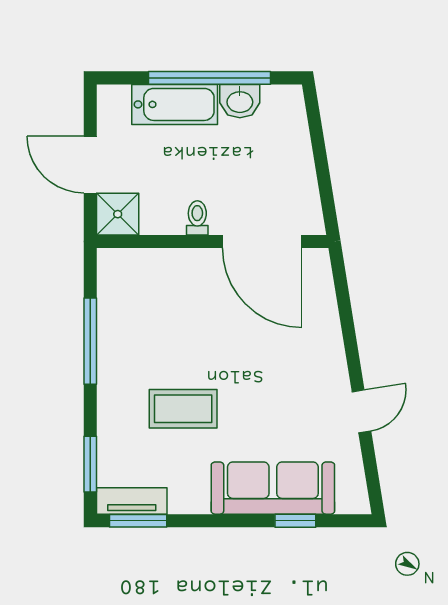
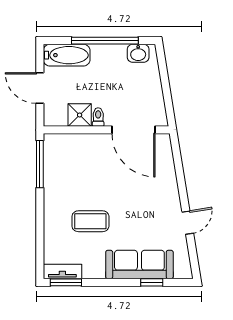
washbasin: (240, 101) -> (138, 53), moved
bathtub: (175, 104) -> (67, 55), moved
shower: (118, 214) -> (80, 115), moved
window: (90, 341) -> (40, 164), moved
window: (90, 464) -> (40, 251), removed

